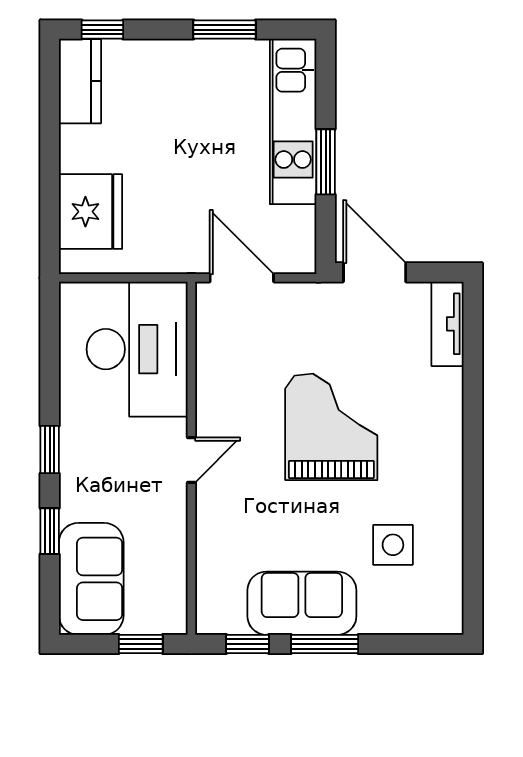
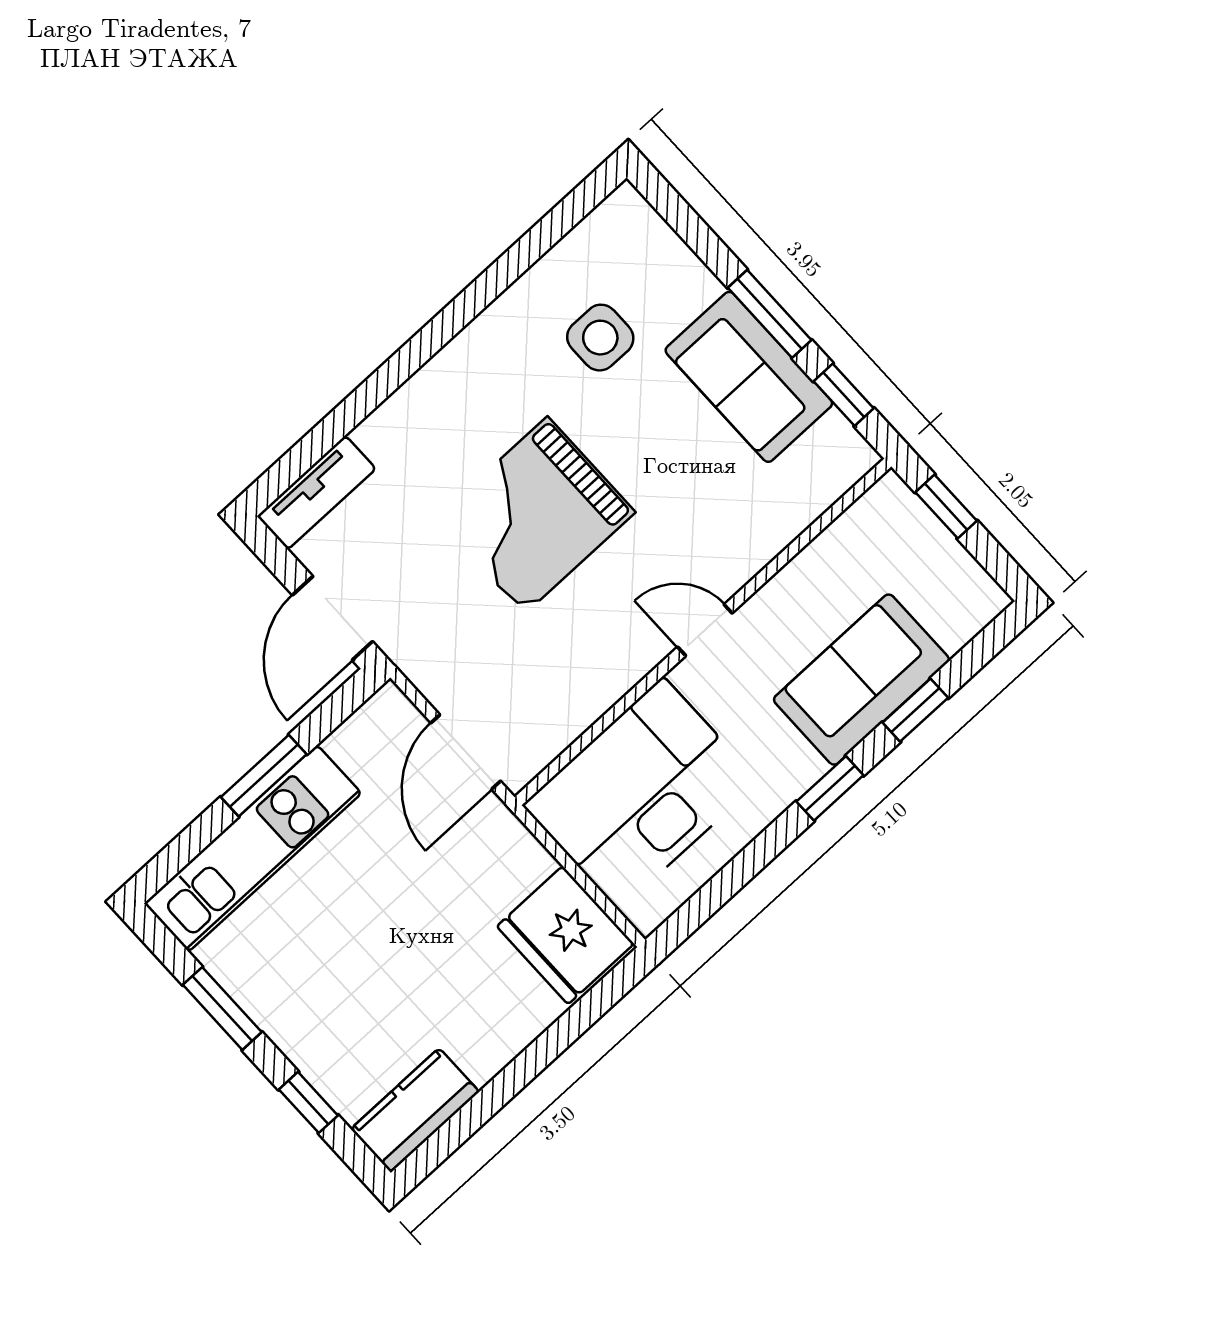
window: (102, 30) -> (308, 1102), moved
fridge: (91, 212) -> (565, 935), moved, turned -90
sofa: (91, 579) -> (861, 680), moved

